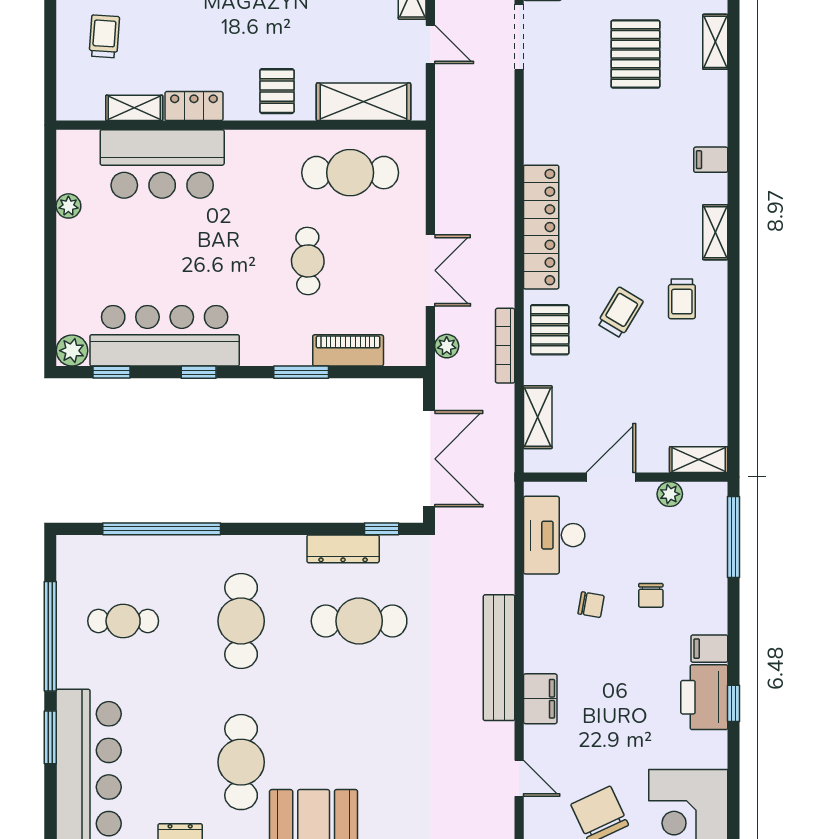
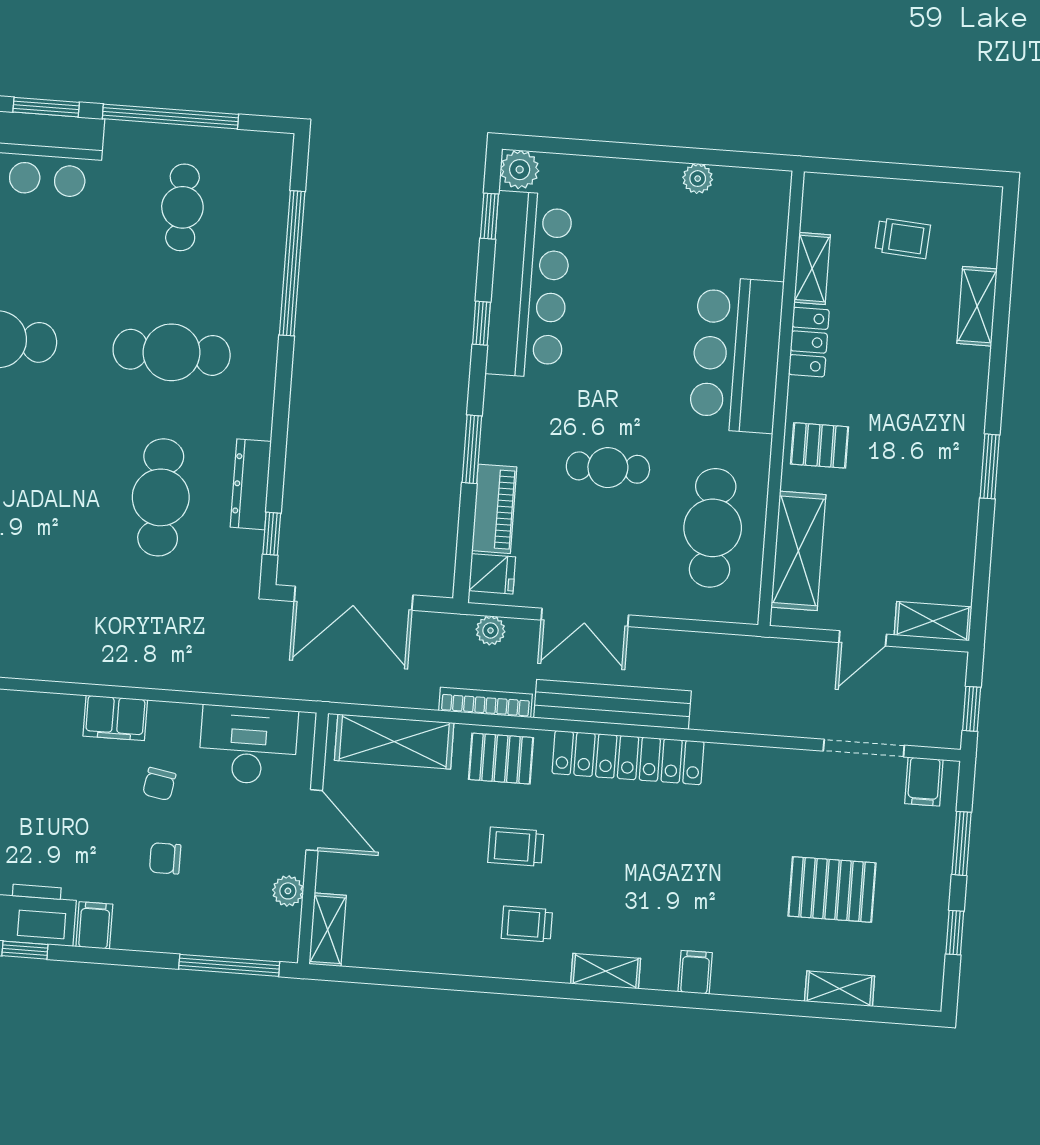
bar counter: (162, 164) -> (736, 355), moved
trolley: (620, 313) -> (516, 847), turned 149
fridge: (401, 348) -> (492, 574), added
shelving: (538, 417) -> (394, 742), width x1.50, depth x1.33
bench: (499, 658) -> (612, 704), moved
filing cabinet: (540, 699) -> (115, 718), moved

